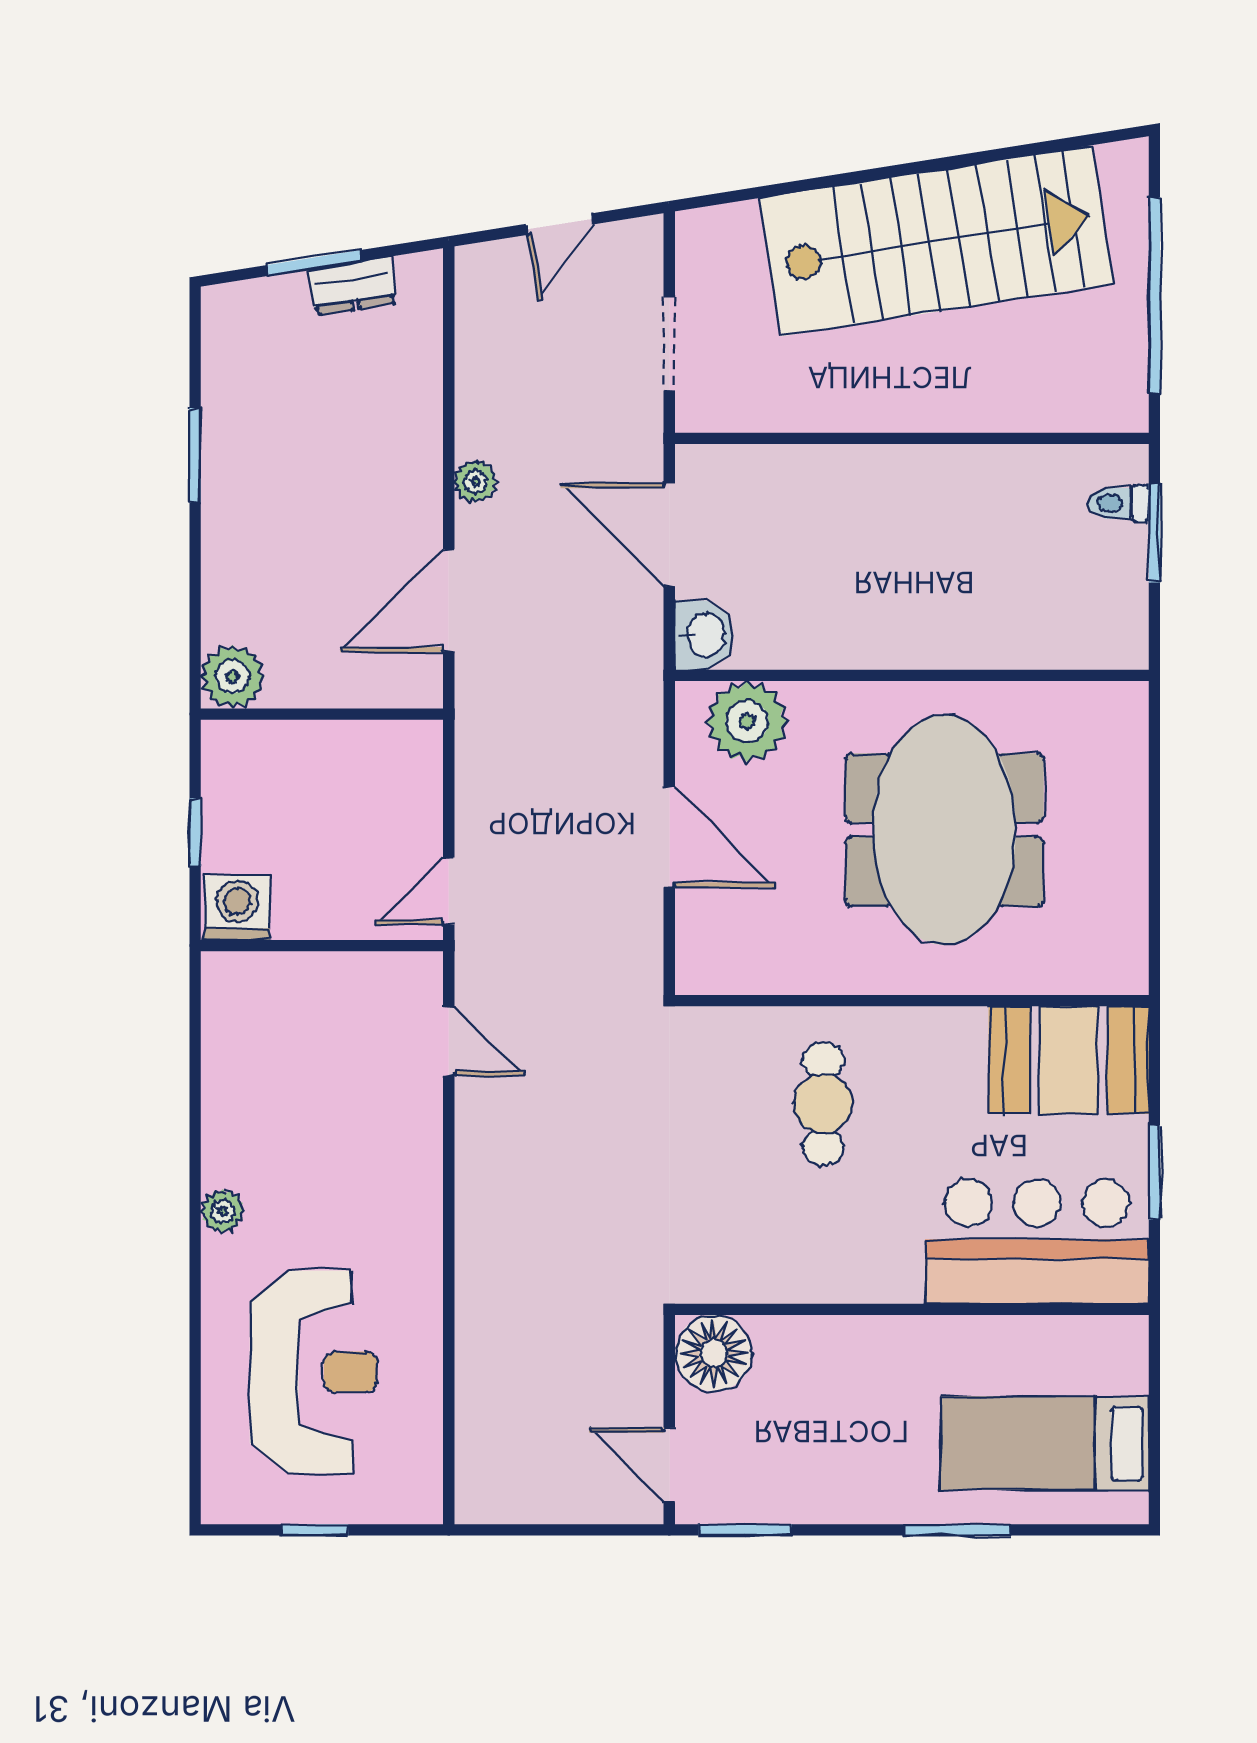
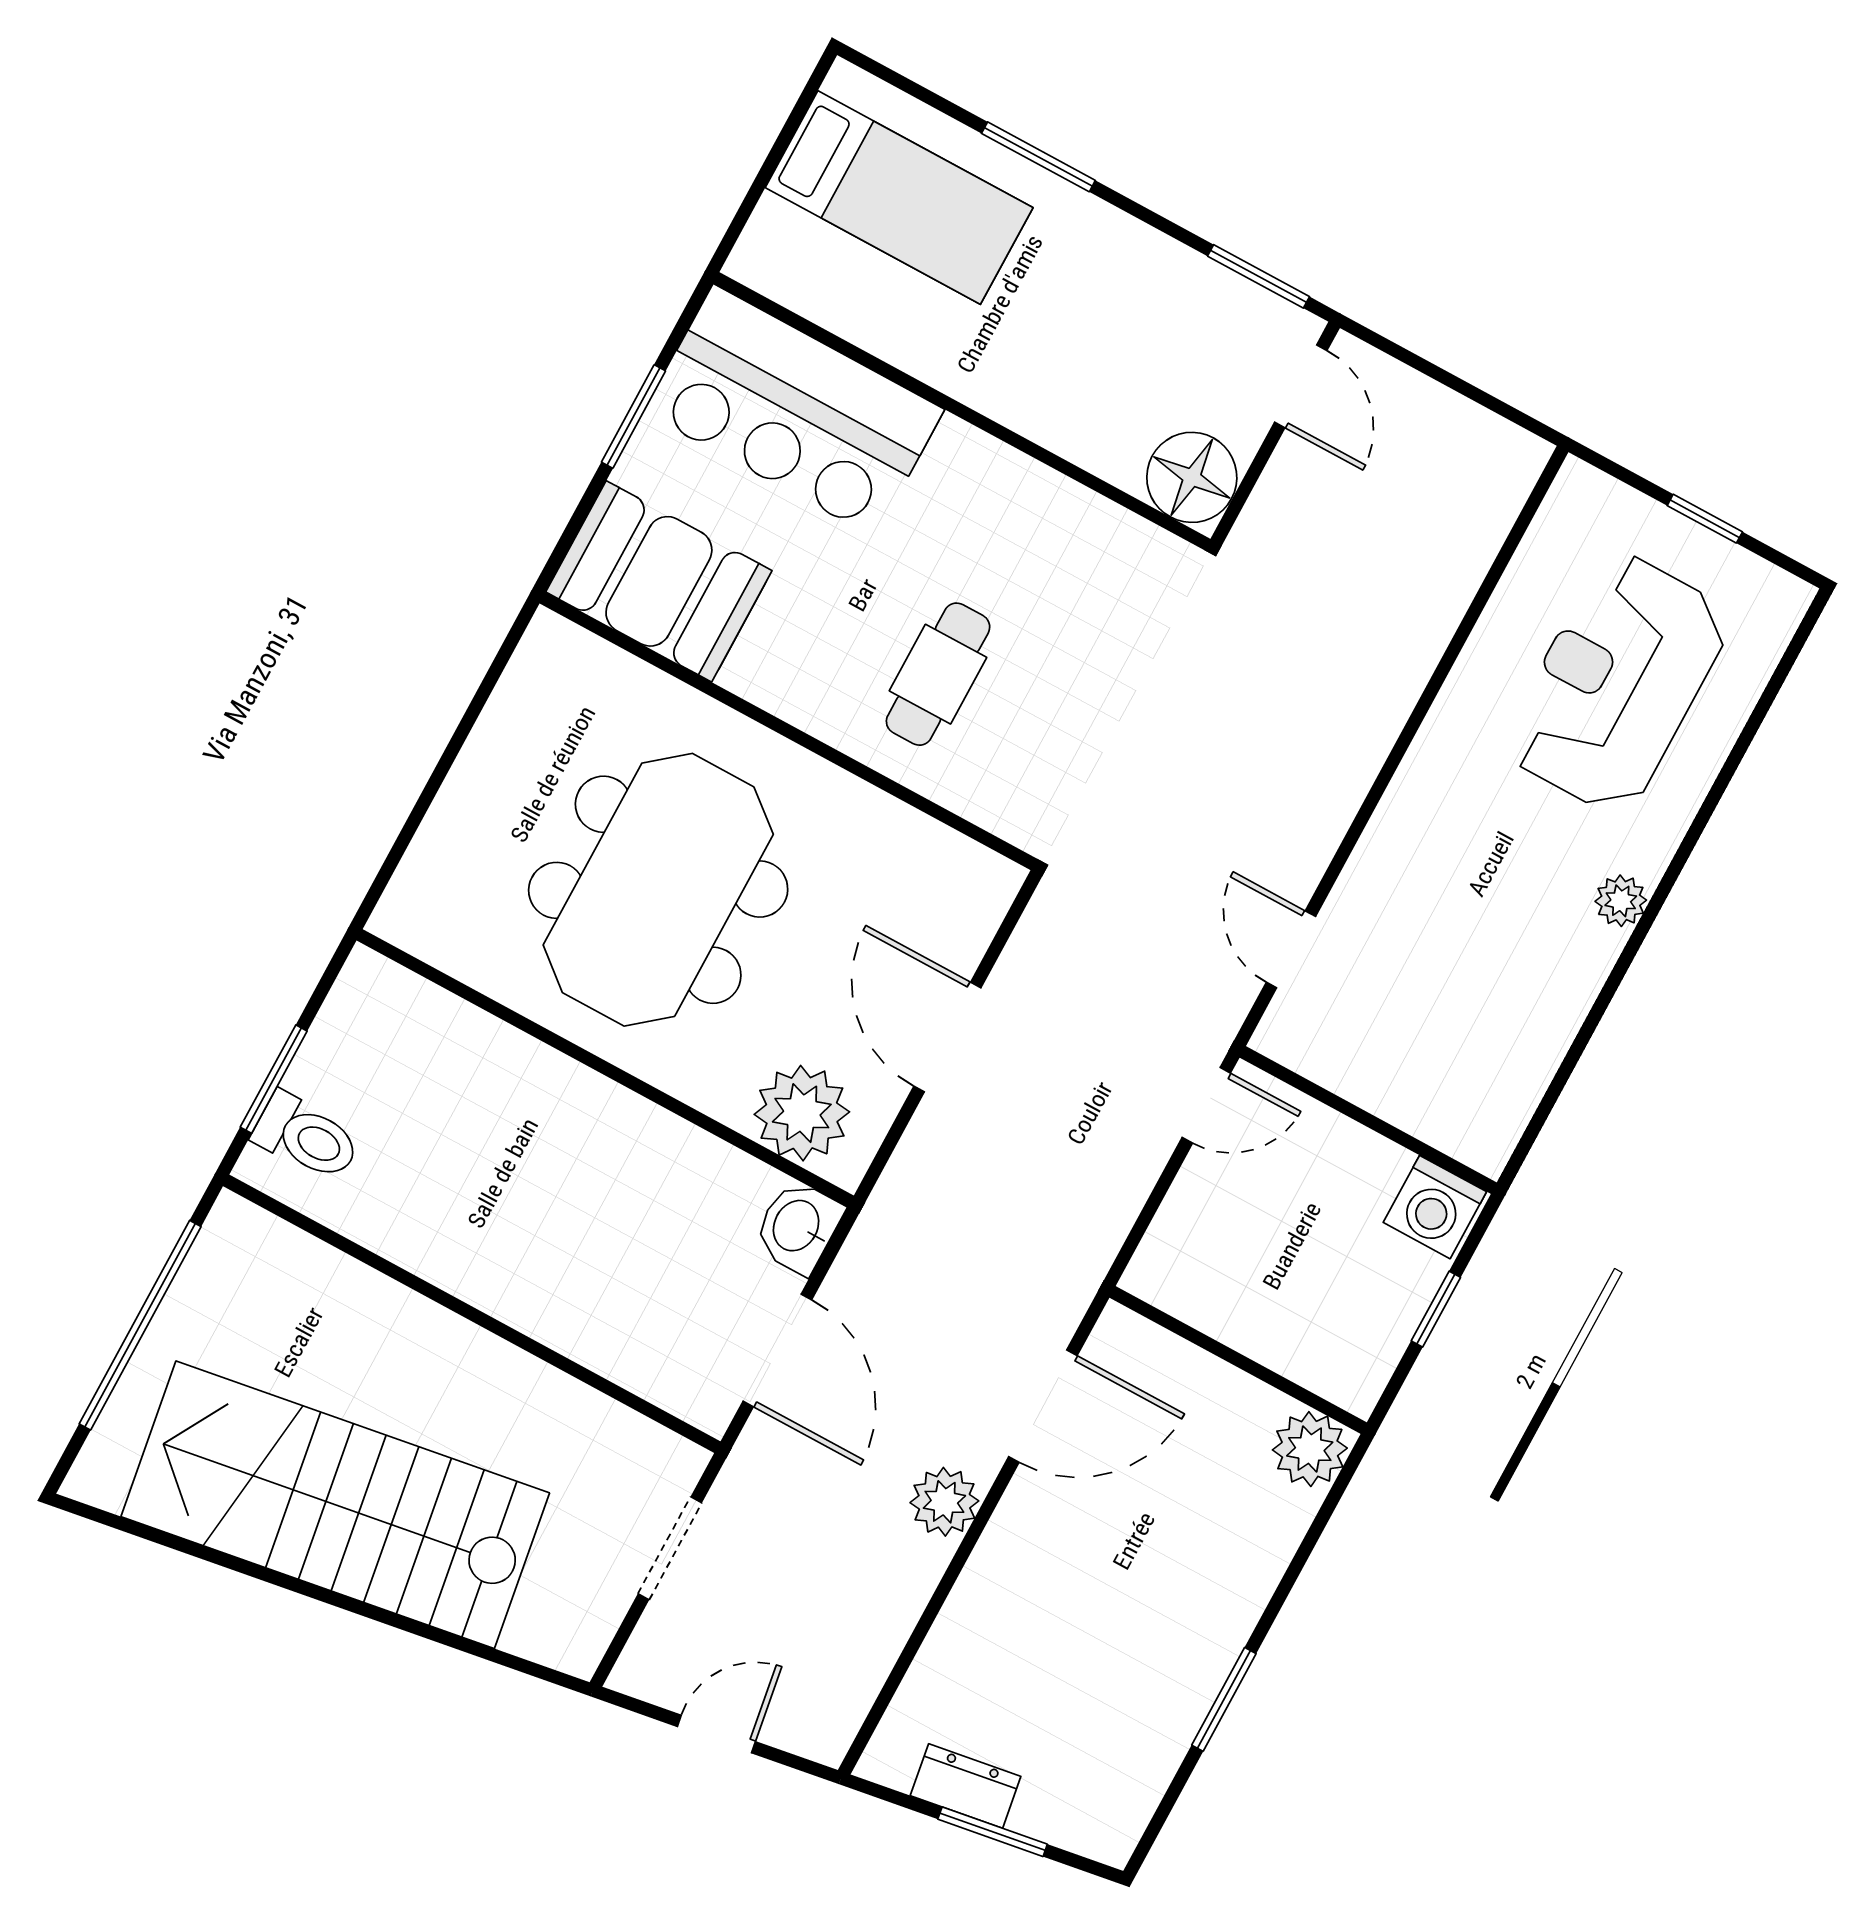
plant: (475, 482) -> (944, 1502), width x1.38, depth x1.38
toilet: (1118, 503) -> (307, 1137), width x1.37, depth x1.39

